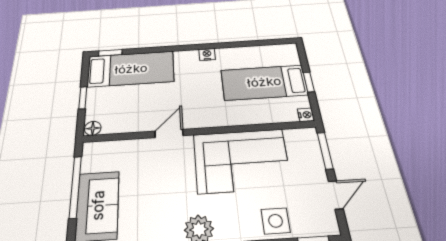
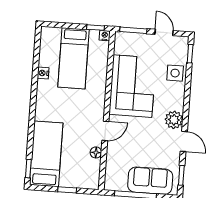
nightstand: (207, 54) -> (43, 73), moved
window: (309, 82) -> (95, 28), moved
floor lamp: (93, 128) -> (96, 152), moved
door: (169, 133) -> (105, 131), swing flipped

